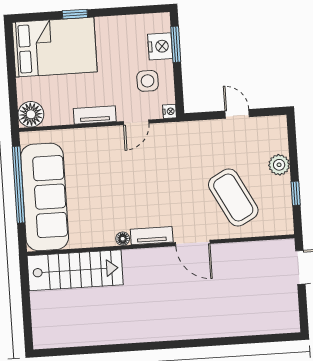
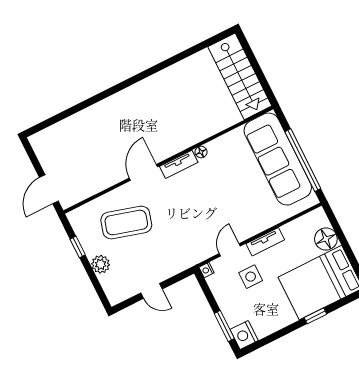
nightstand: (160, 46) -> (244, 335), moved
side table: (148, 81) -> (251, 277), moved
floor lamp: (31, 114) -> (326, 239), moved
coffee table: (233, 198) -> (126, 223), turned -46
door: (193, 243) -> (143, 172), hinge flipped
stairs: (75, 270) -> (240, 76), moved, turned -90

